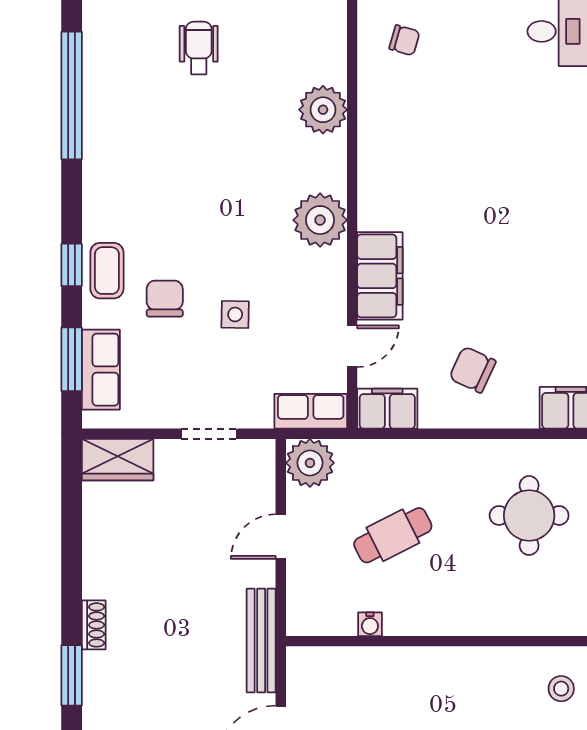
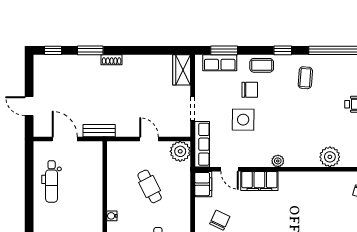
coffee table: (136, 168) -> (305, 78), added
plant: (320, 220) -> (278, 161), width x0.53, depth x0.53
window: (72, 265) -> (283, 50), moved
side table: (235, 314) -> (243, 120), width x1.87, depth x1.87
row of seats: (311, 411) -> (202, 144), width x1.48
water cooler: (370, 624) -> (112, 216), moved
bench: (261, 641) -> (99, 131), width x0.73

